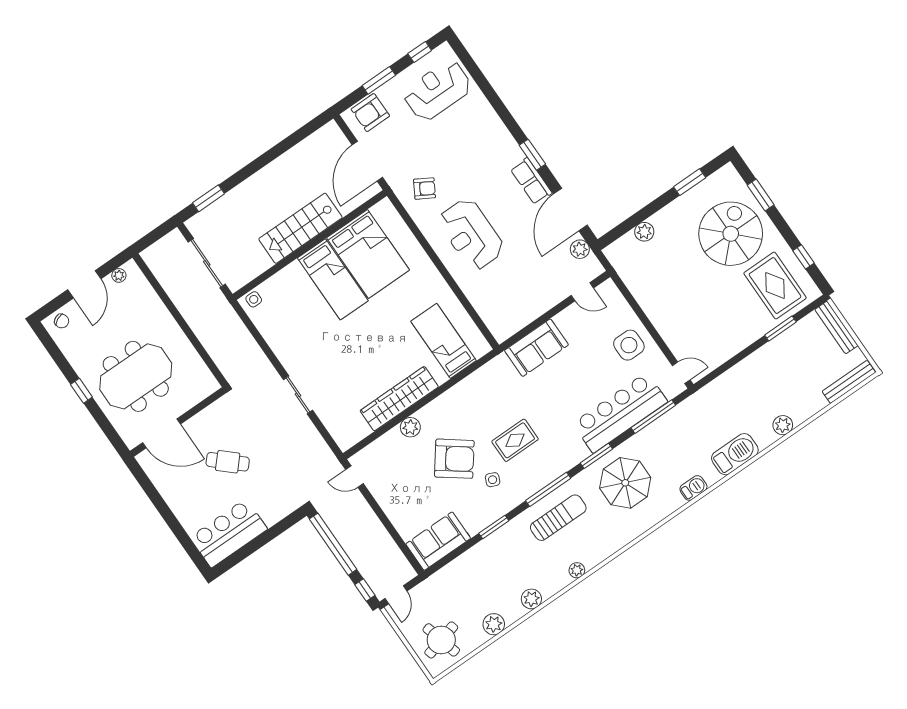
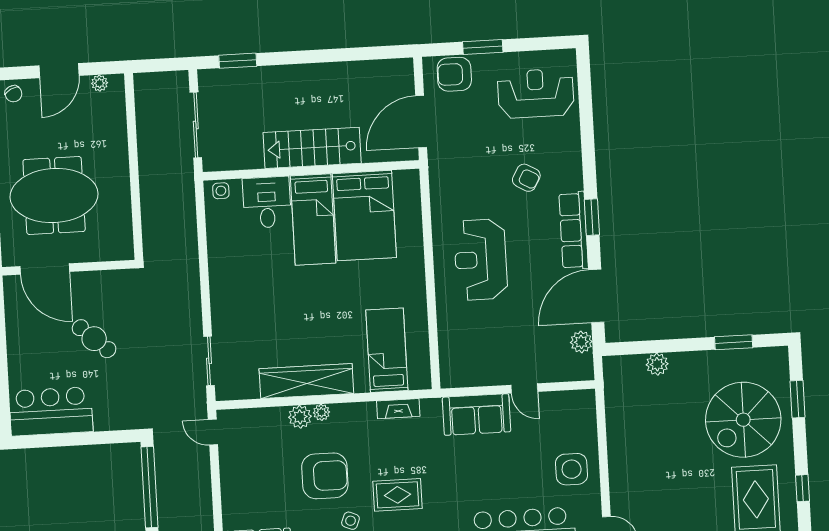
window: (420, 52) -> (542, 44), removed
row of seats: (531, 181) -> (574, 230), width x1.48
armchair: (424, 189) -> (526, 178), moved
spiral stairs: (731, 234) -> (743, 420), turned 180
desk: (292, 287) -> (267, 202), added
door: (582, 292) -> (524, 388), moved
fireplace: (478, 378) -> (398, 409), added
sliding door: (298, 395) -> (209, 361), moved
plant: (424, 414) -> (321, 412), added
armchair: (454, 459) -> (325, 476), turned -37

